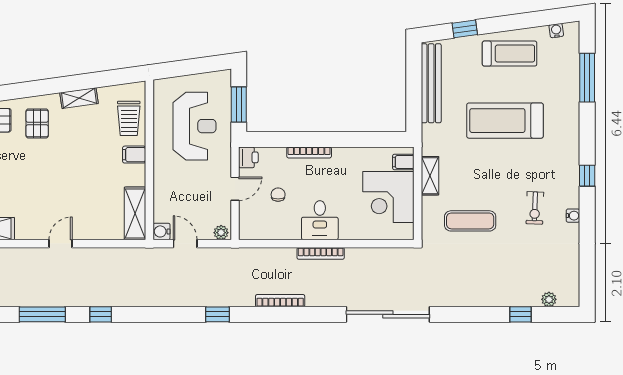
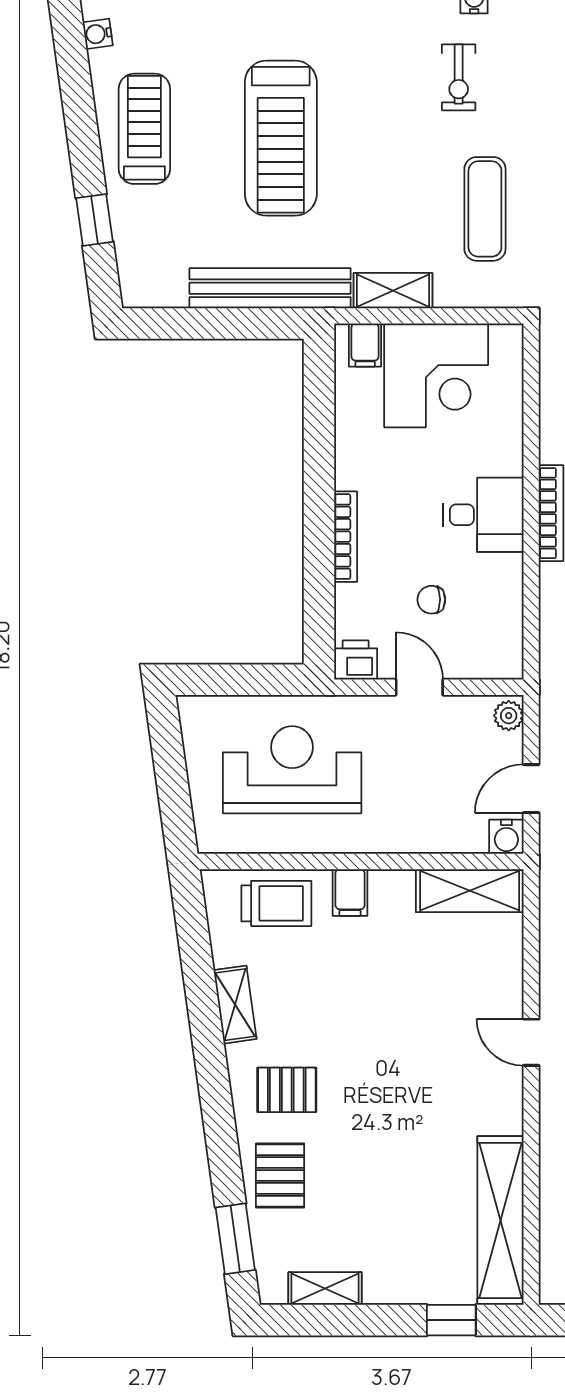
bench: (431, 83) -> (270, 288), moved
window: (239, 105) -> (248, 680), removed
exercise bike: (535, 208) -> (459, 77), turned 88

